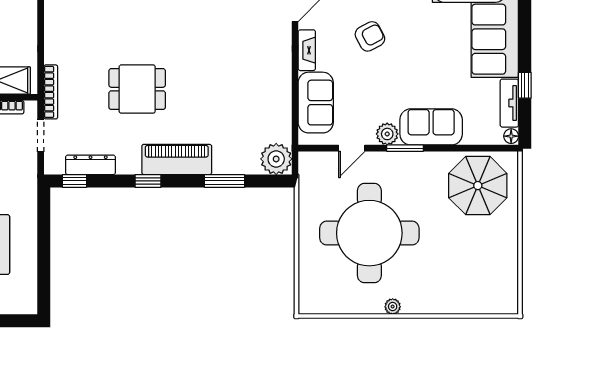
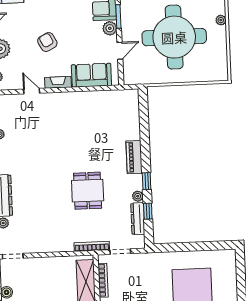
door: (352, 148) -> (120, 51), hinge flipped
piano: (177, 159) -> (134, 157), width x0.73, depth x0.75
plant: (276, 159) -> (138, 196), moved, width x0.53, depth x0.53
window: (75, 181) -> (148, 211), moved
window: (224, 181) -> (144, 132), removed

